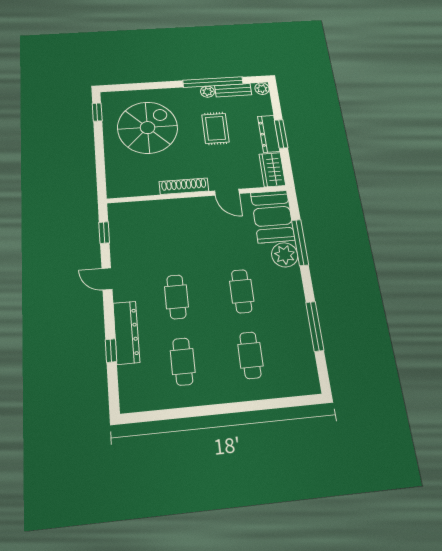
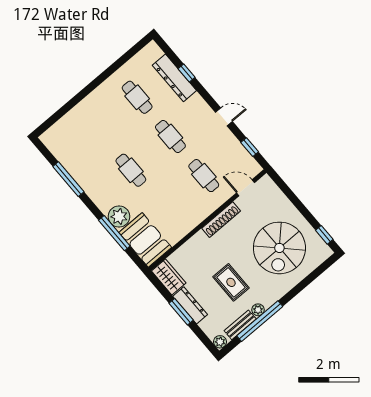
door: (227, 192) -> (246, 188), moved
dresser: (126, 332) -> (174, 78), moved
cafe table: (250, 355) -> (204, 176), moved

